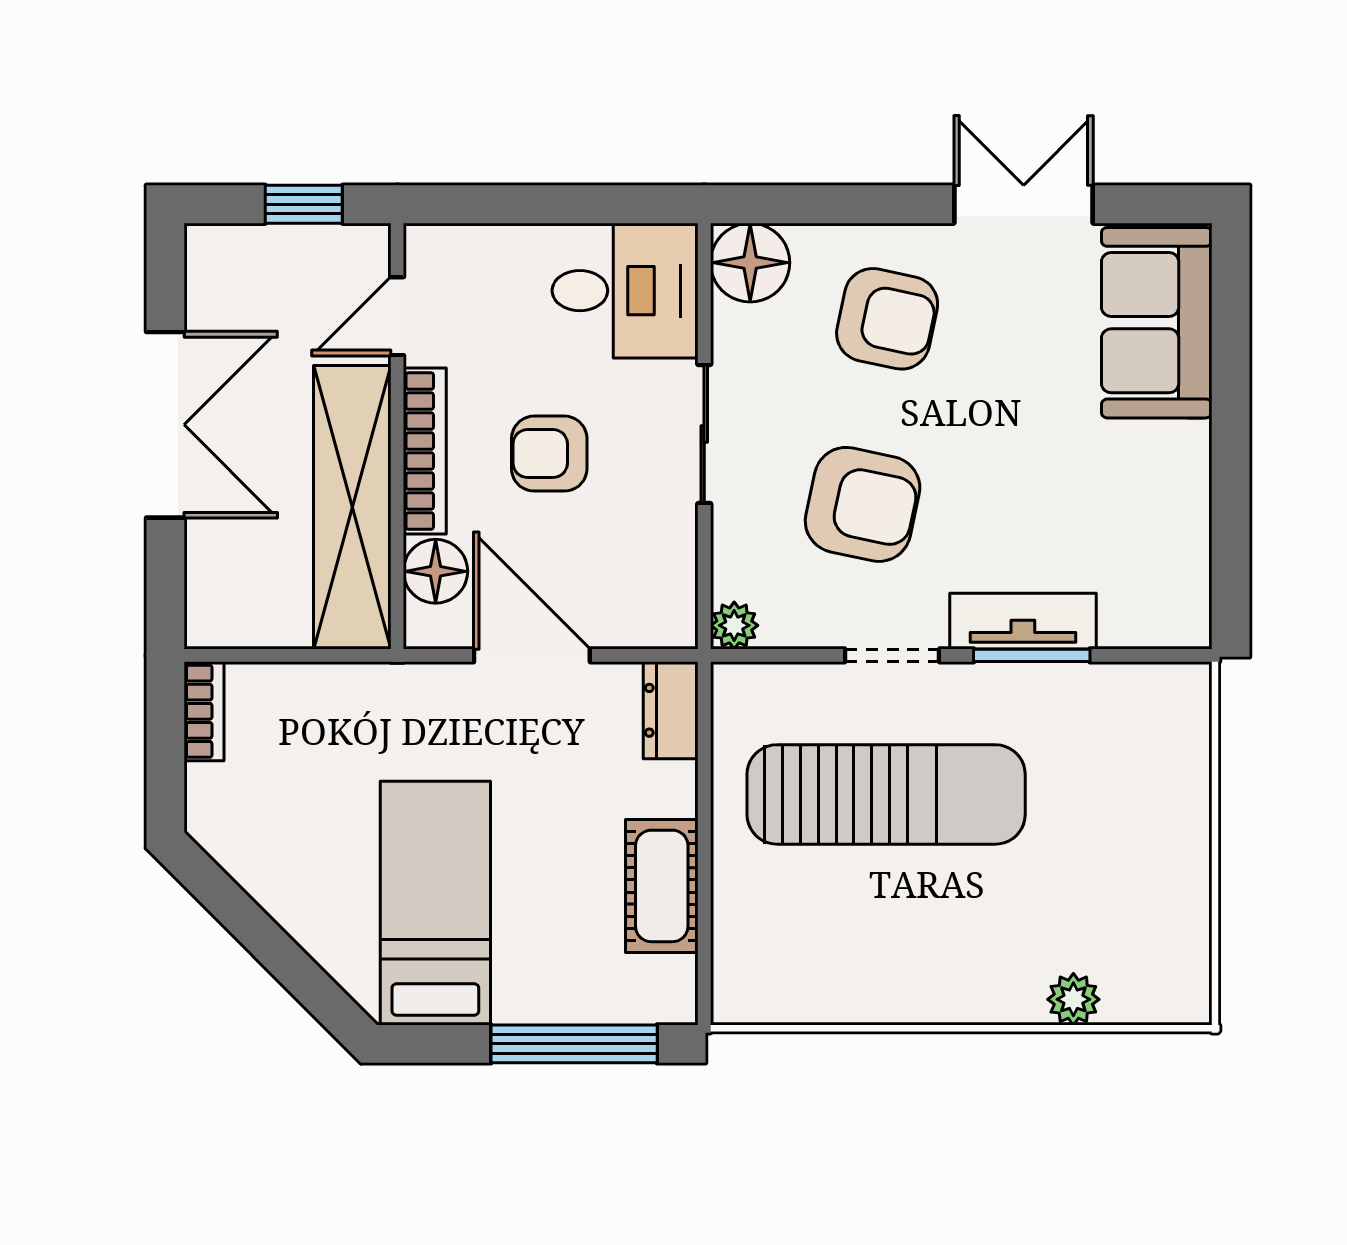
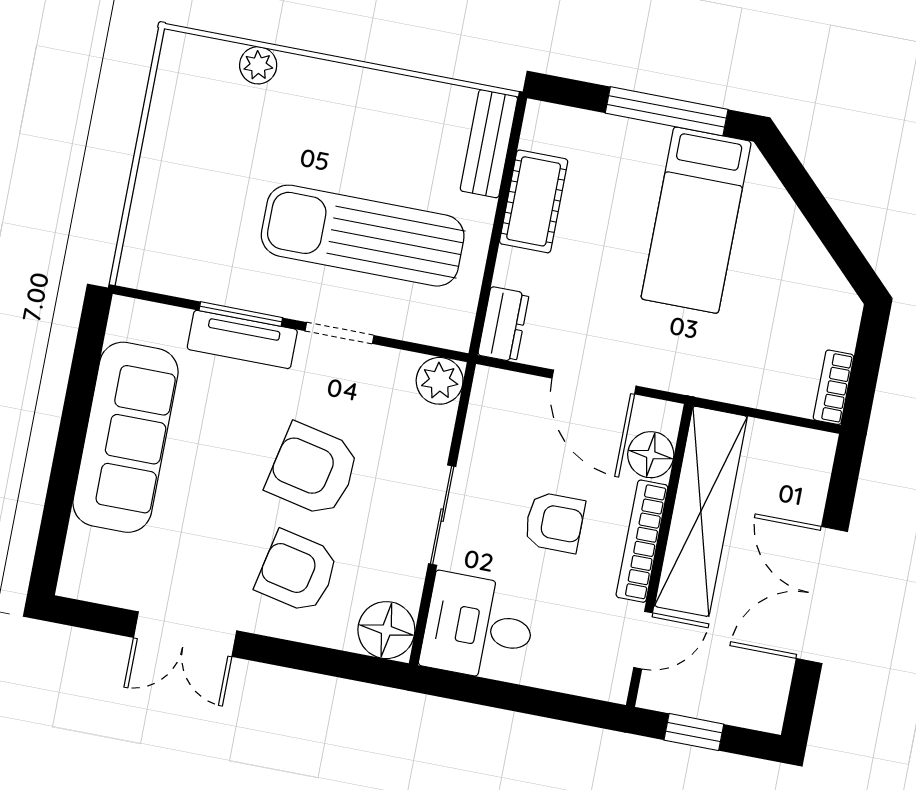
sofa: (1157, 323) -> (125, 437), moved, width x1.36
armchair: (863, 504) -> (313, 470), moved
plant: (734, 625) -> (440, 381), width x1.38, depth x1.38
bench: (738, 953) -> (489, 144), added
window: (574, 1044) -> (667, 111), moved

